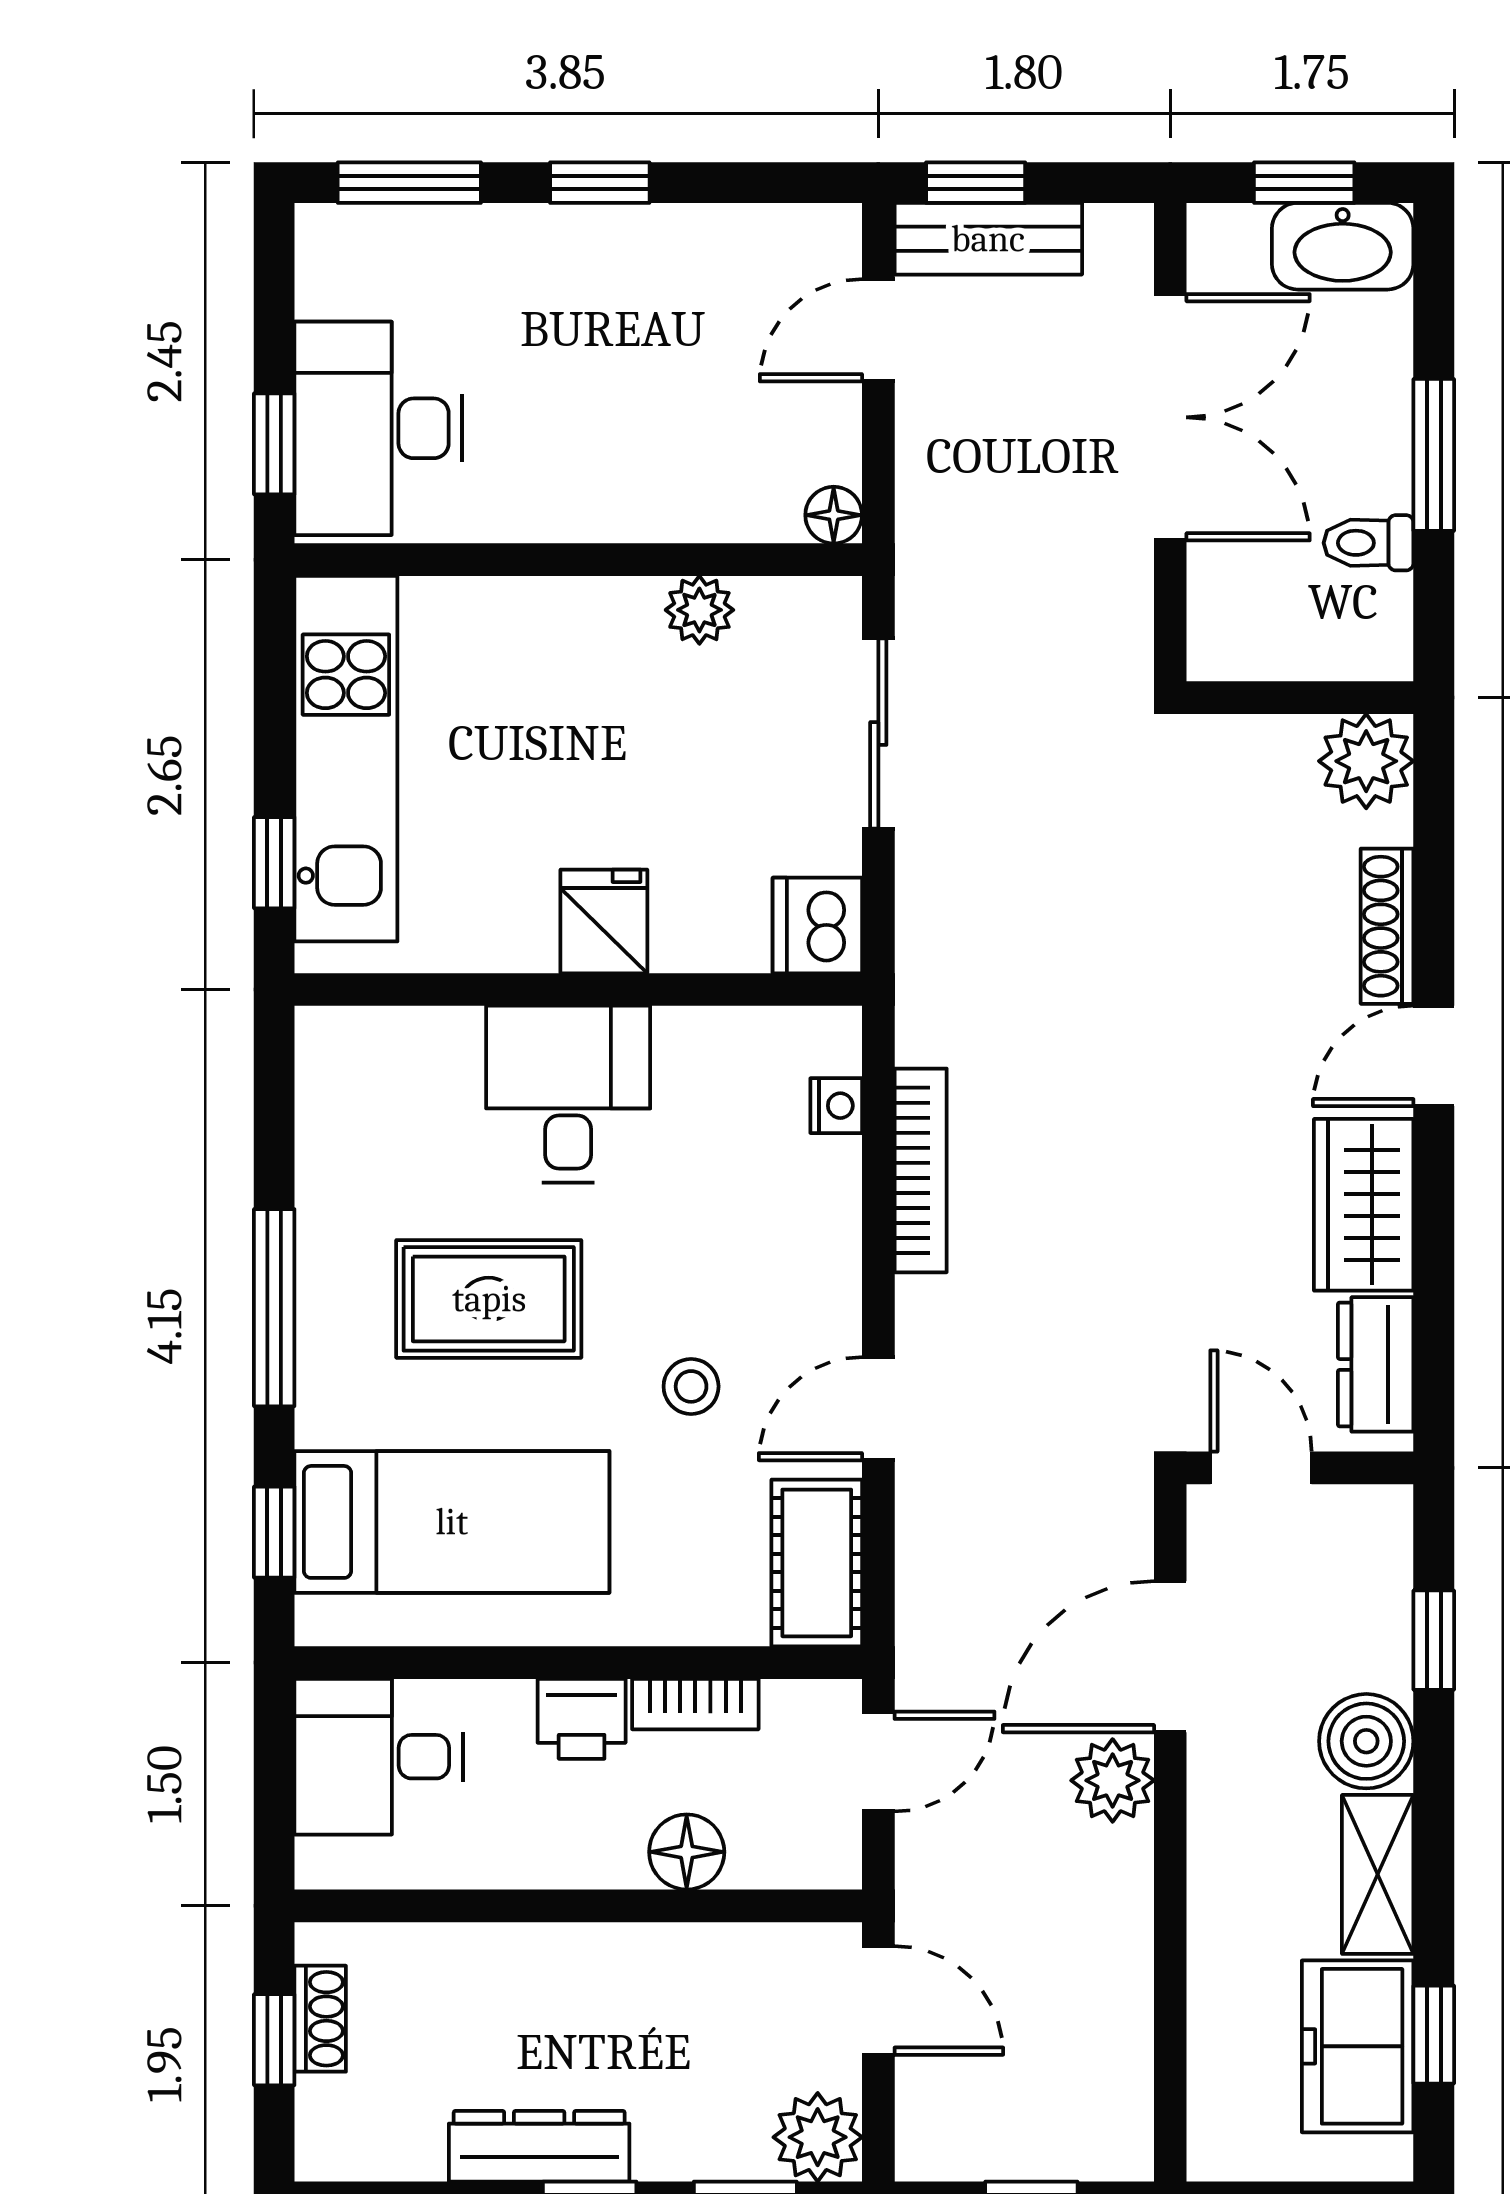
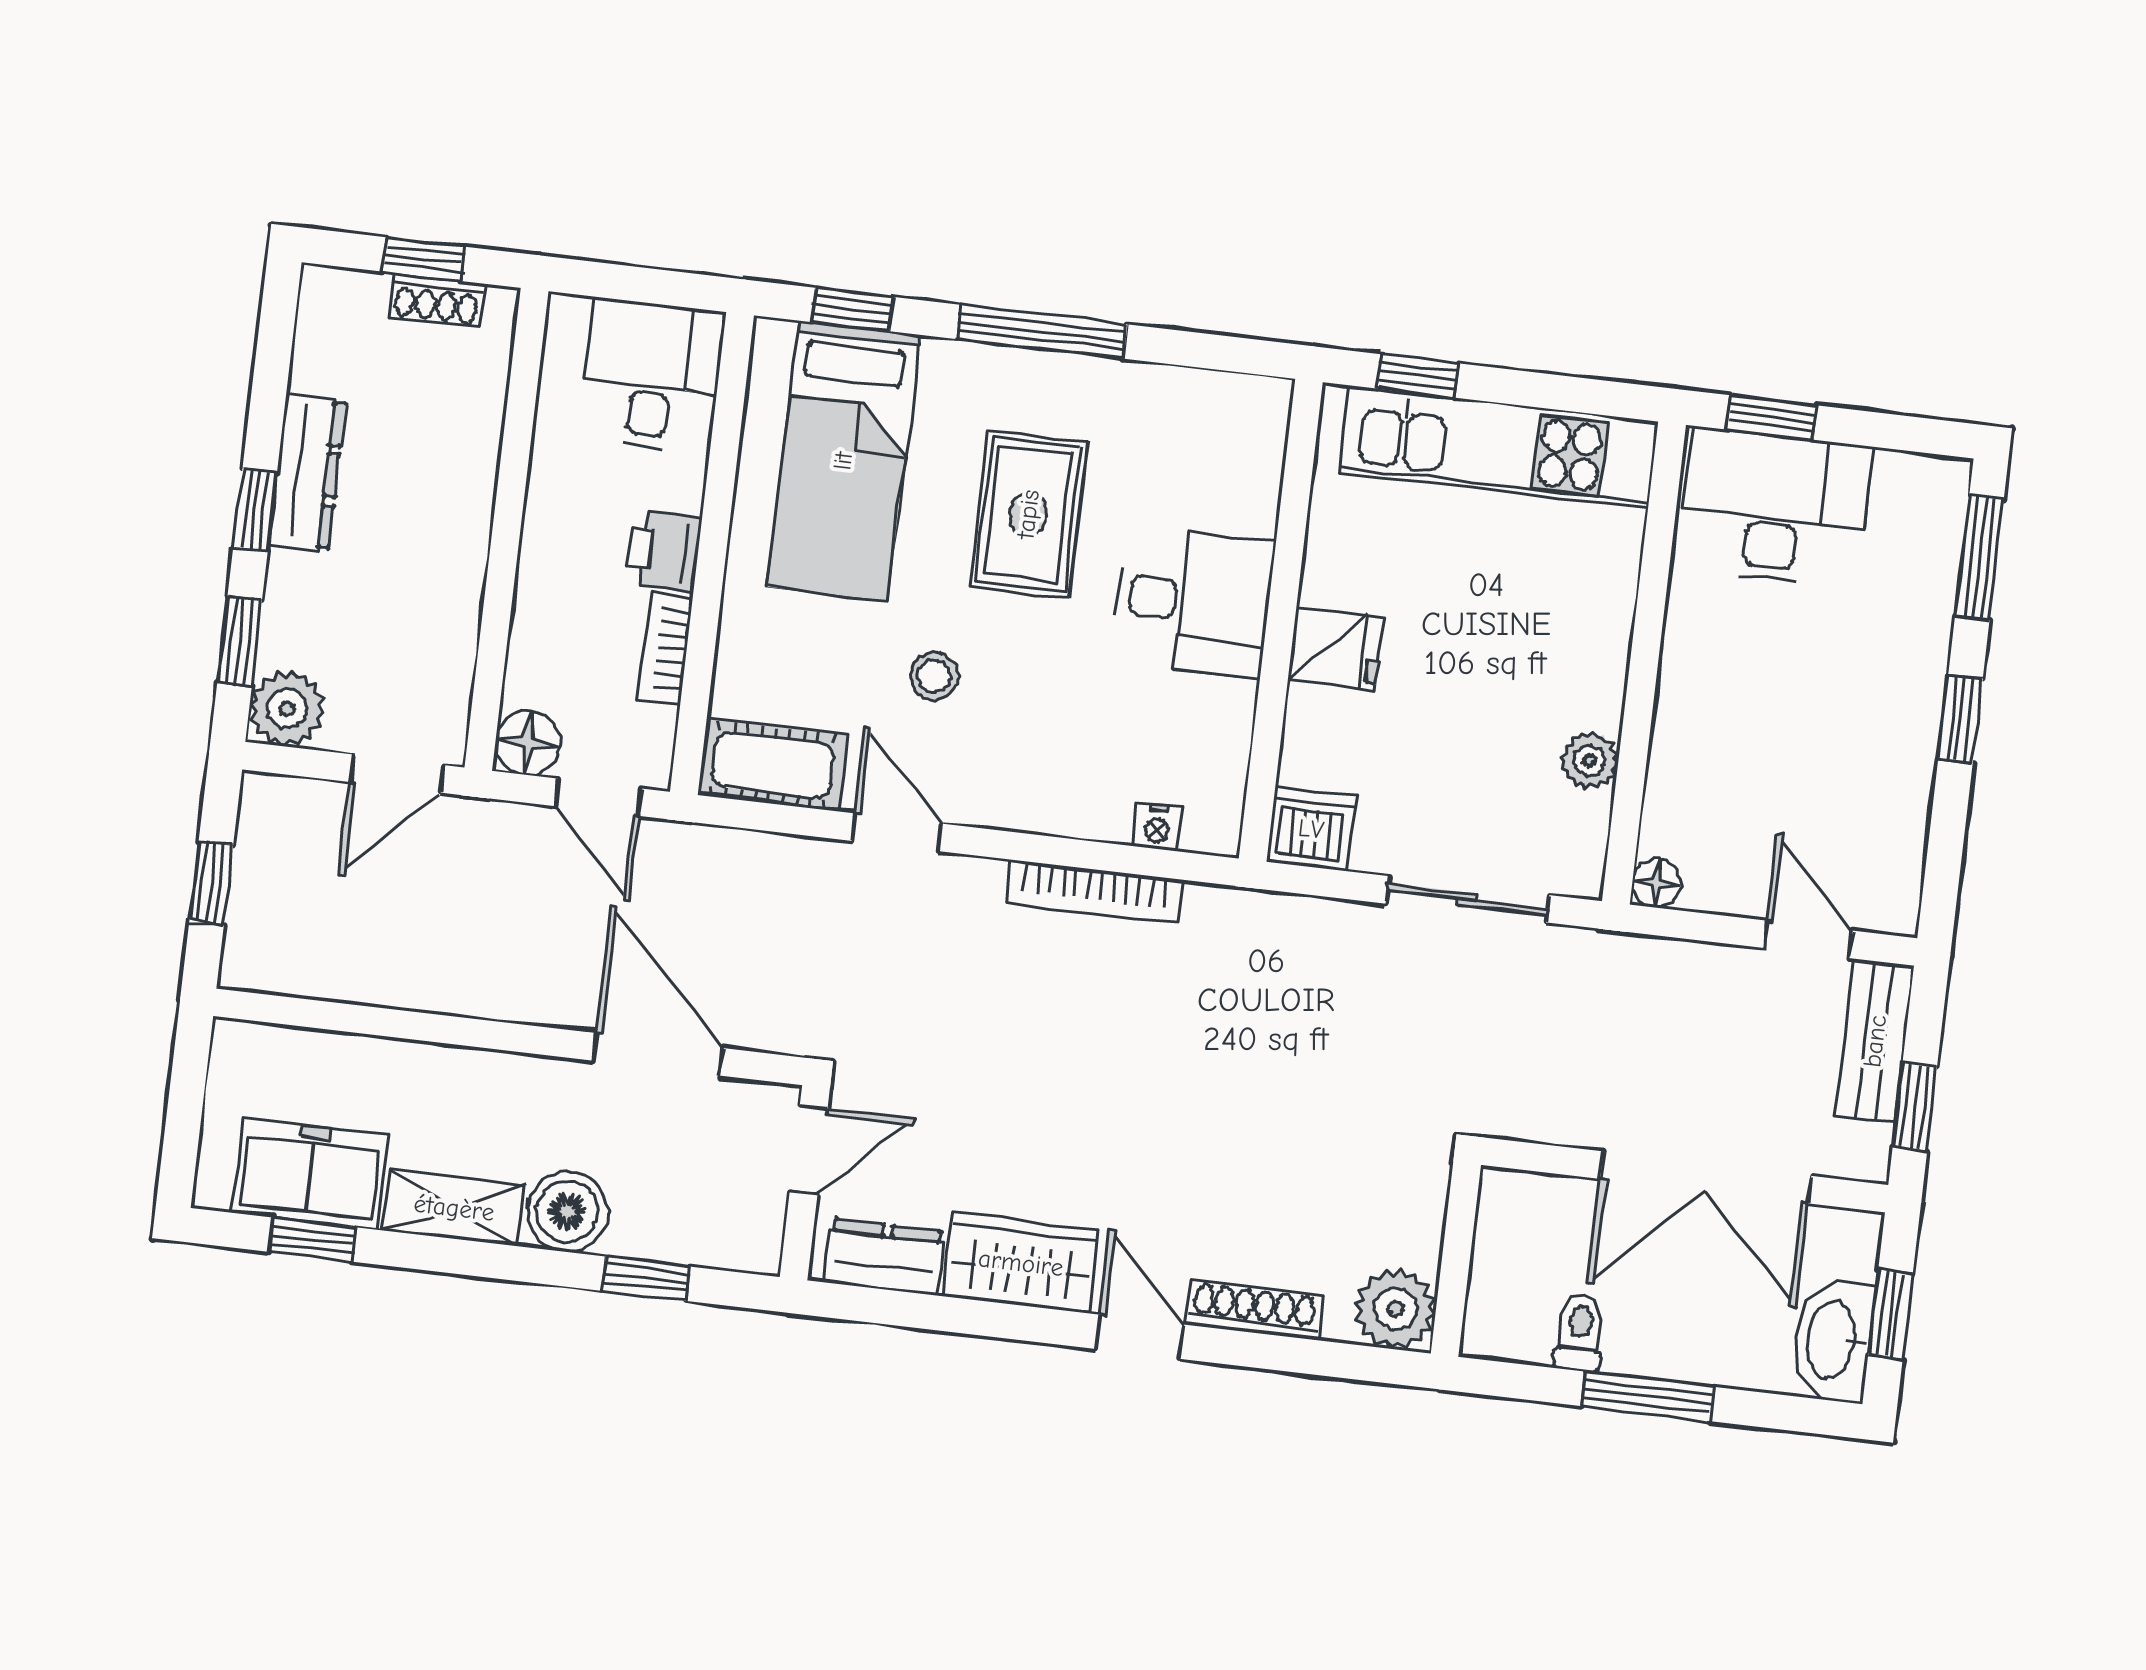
window: (976, 183) -> (1915, 1107), moved
plant: (1113, 1780) -> (559, 993), removed
floor lamp: (687, 1852) -> (527, 743), moved

